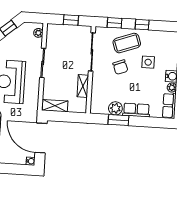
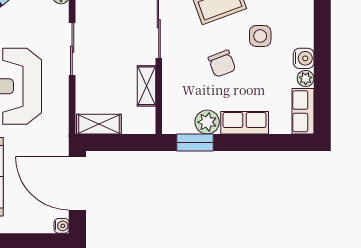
chair: (120, 67) -> (222, 64), moved
window: (118, 120) -> (195, 143), moved

